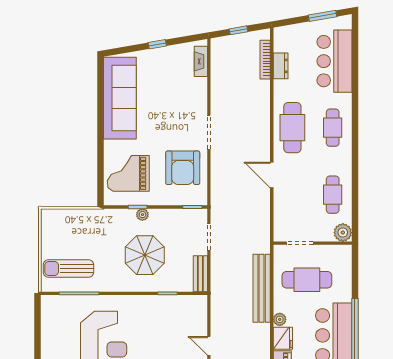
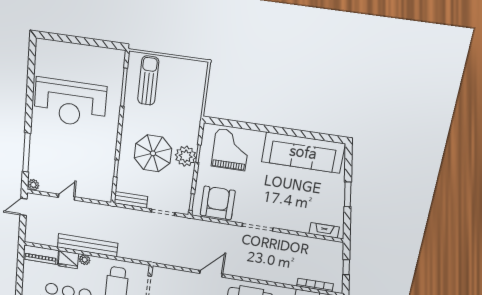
window: (157, 44) -> (348, 194), width x1.50
armchair: (183, 168) -> (218, 203), moved, turned 90
plant: (142, 215) -> (186, 156), width x1.87, depth x1.87
bench: (262, 288) -> (88, 245), moved

